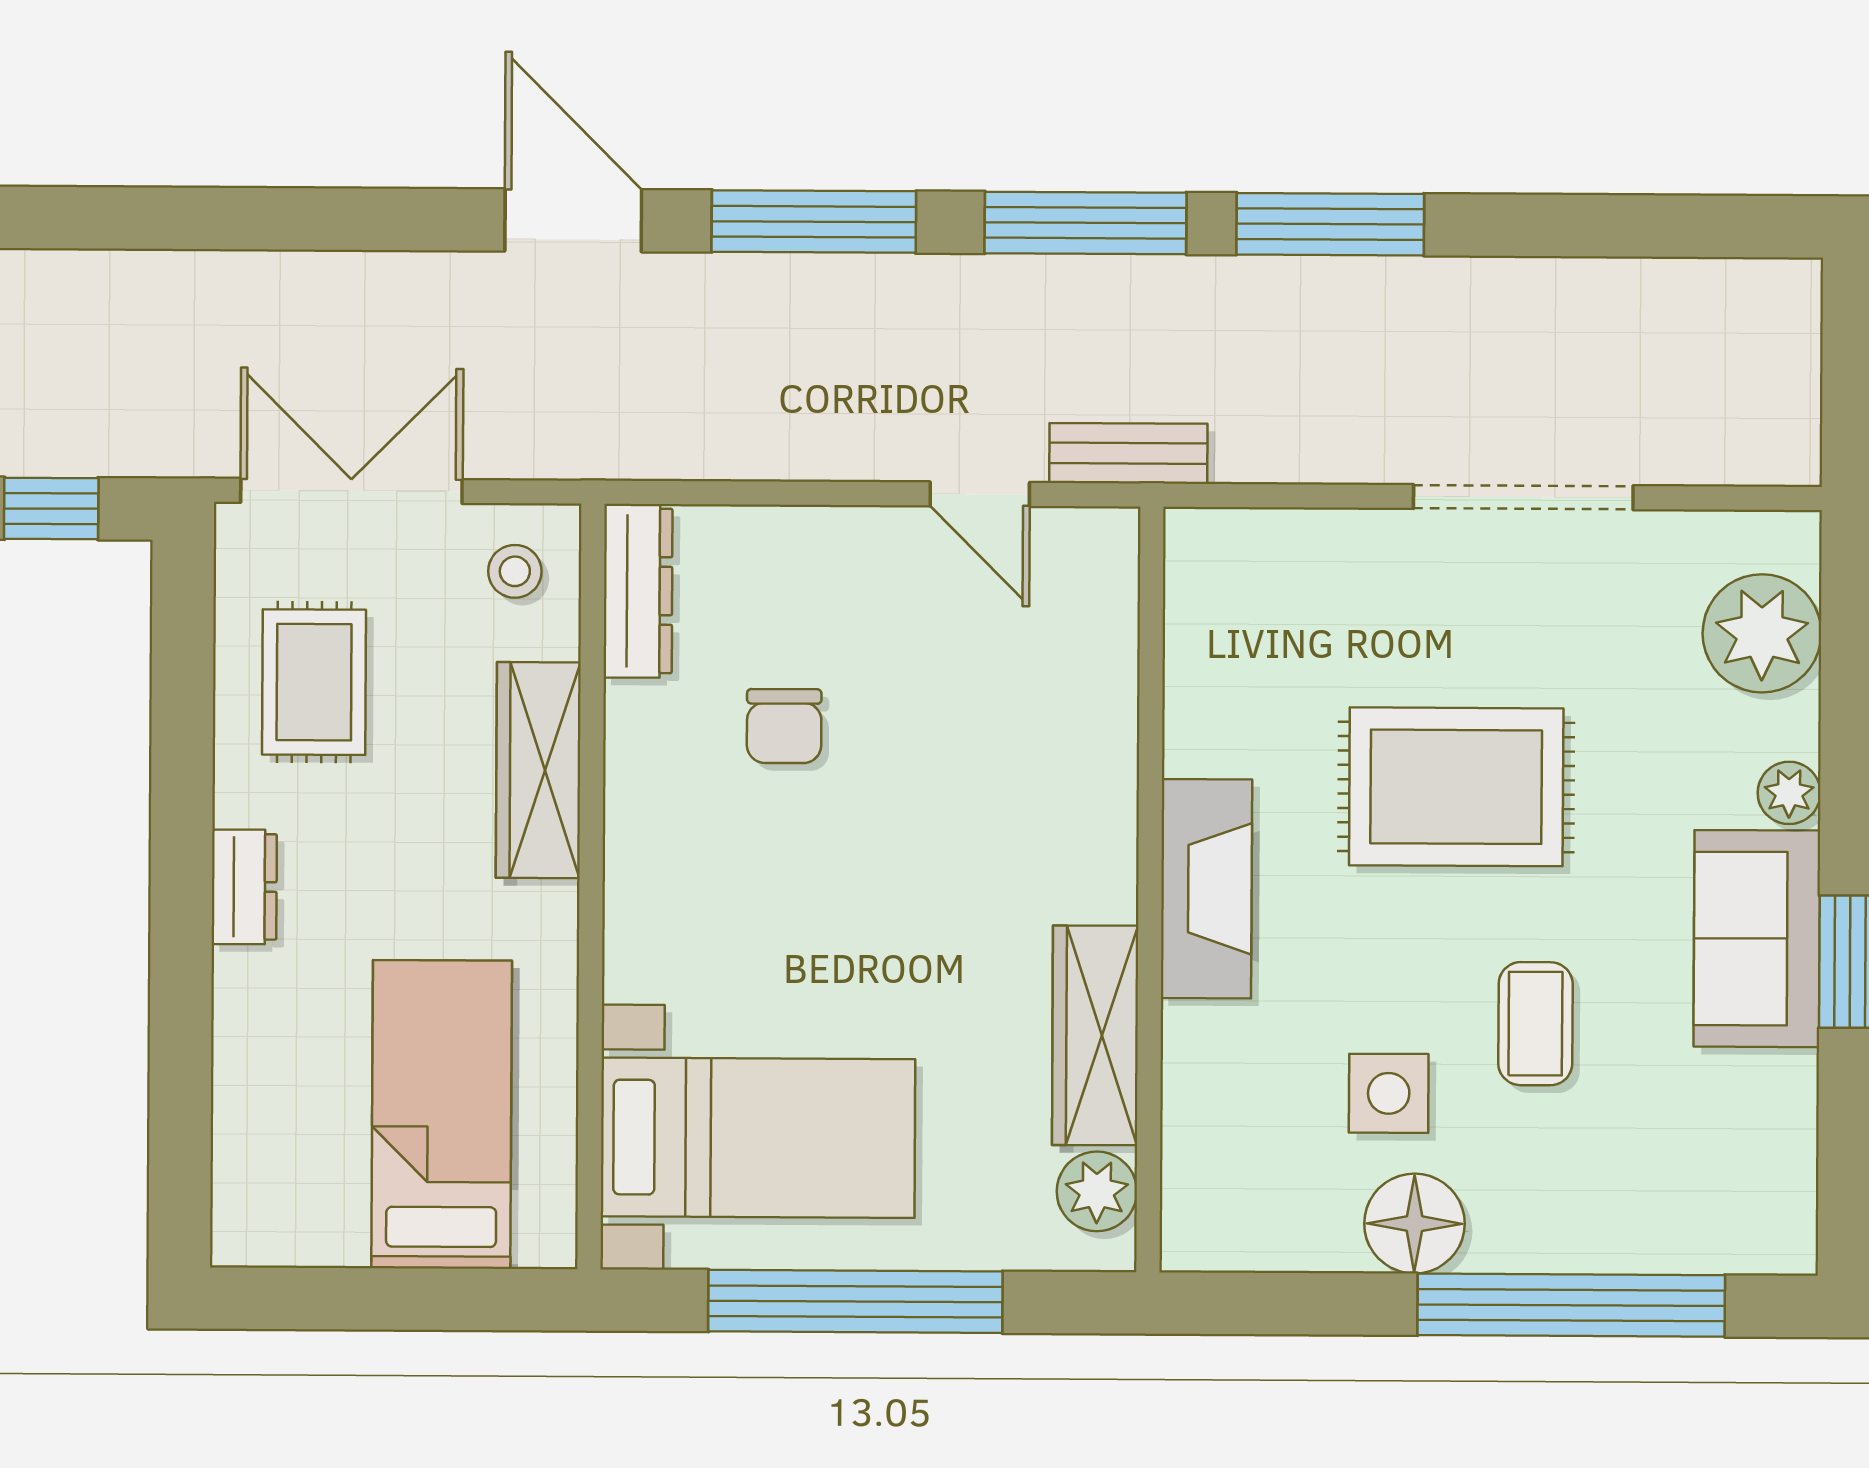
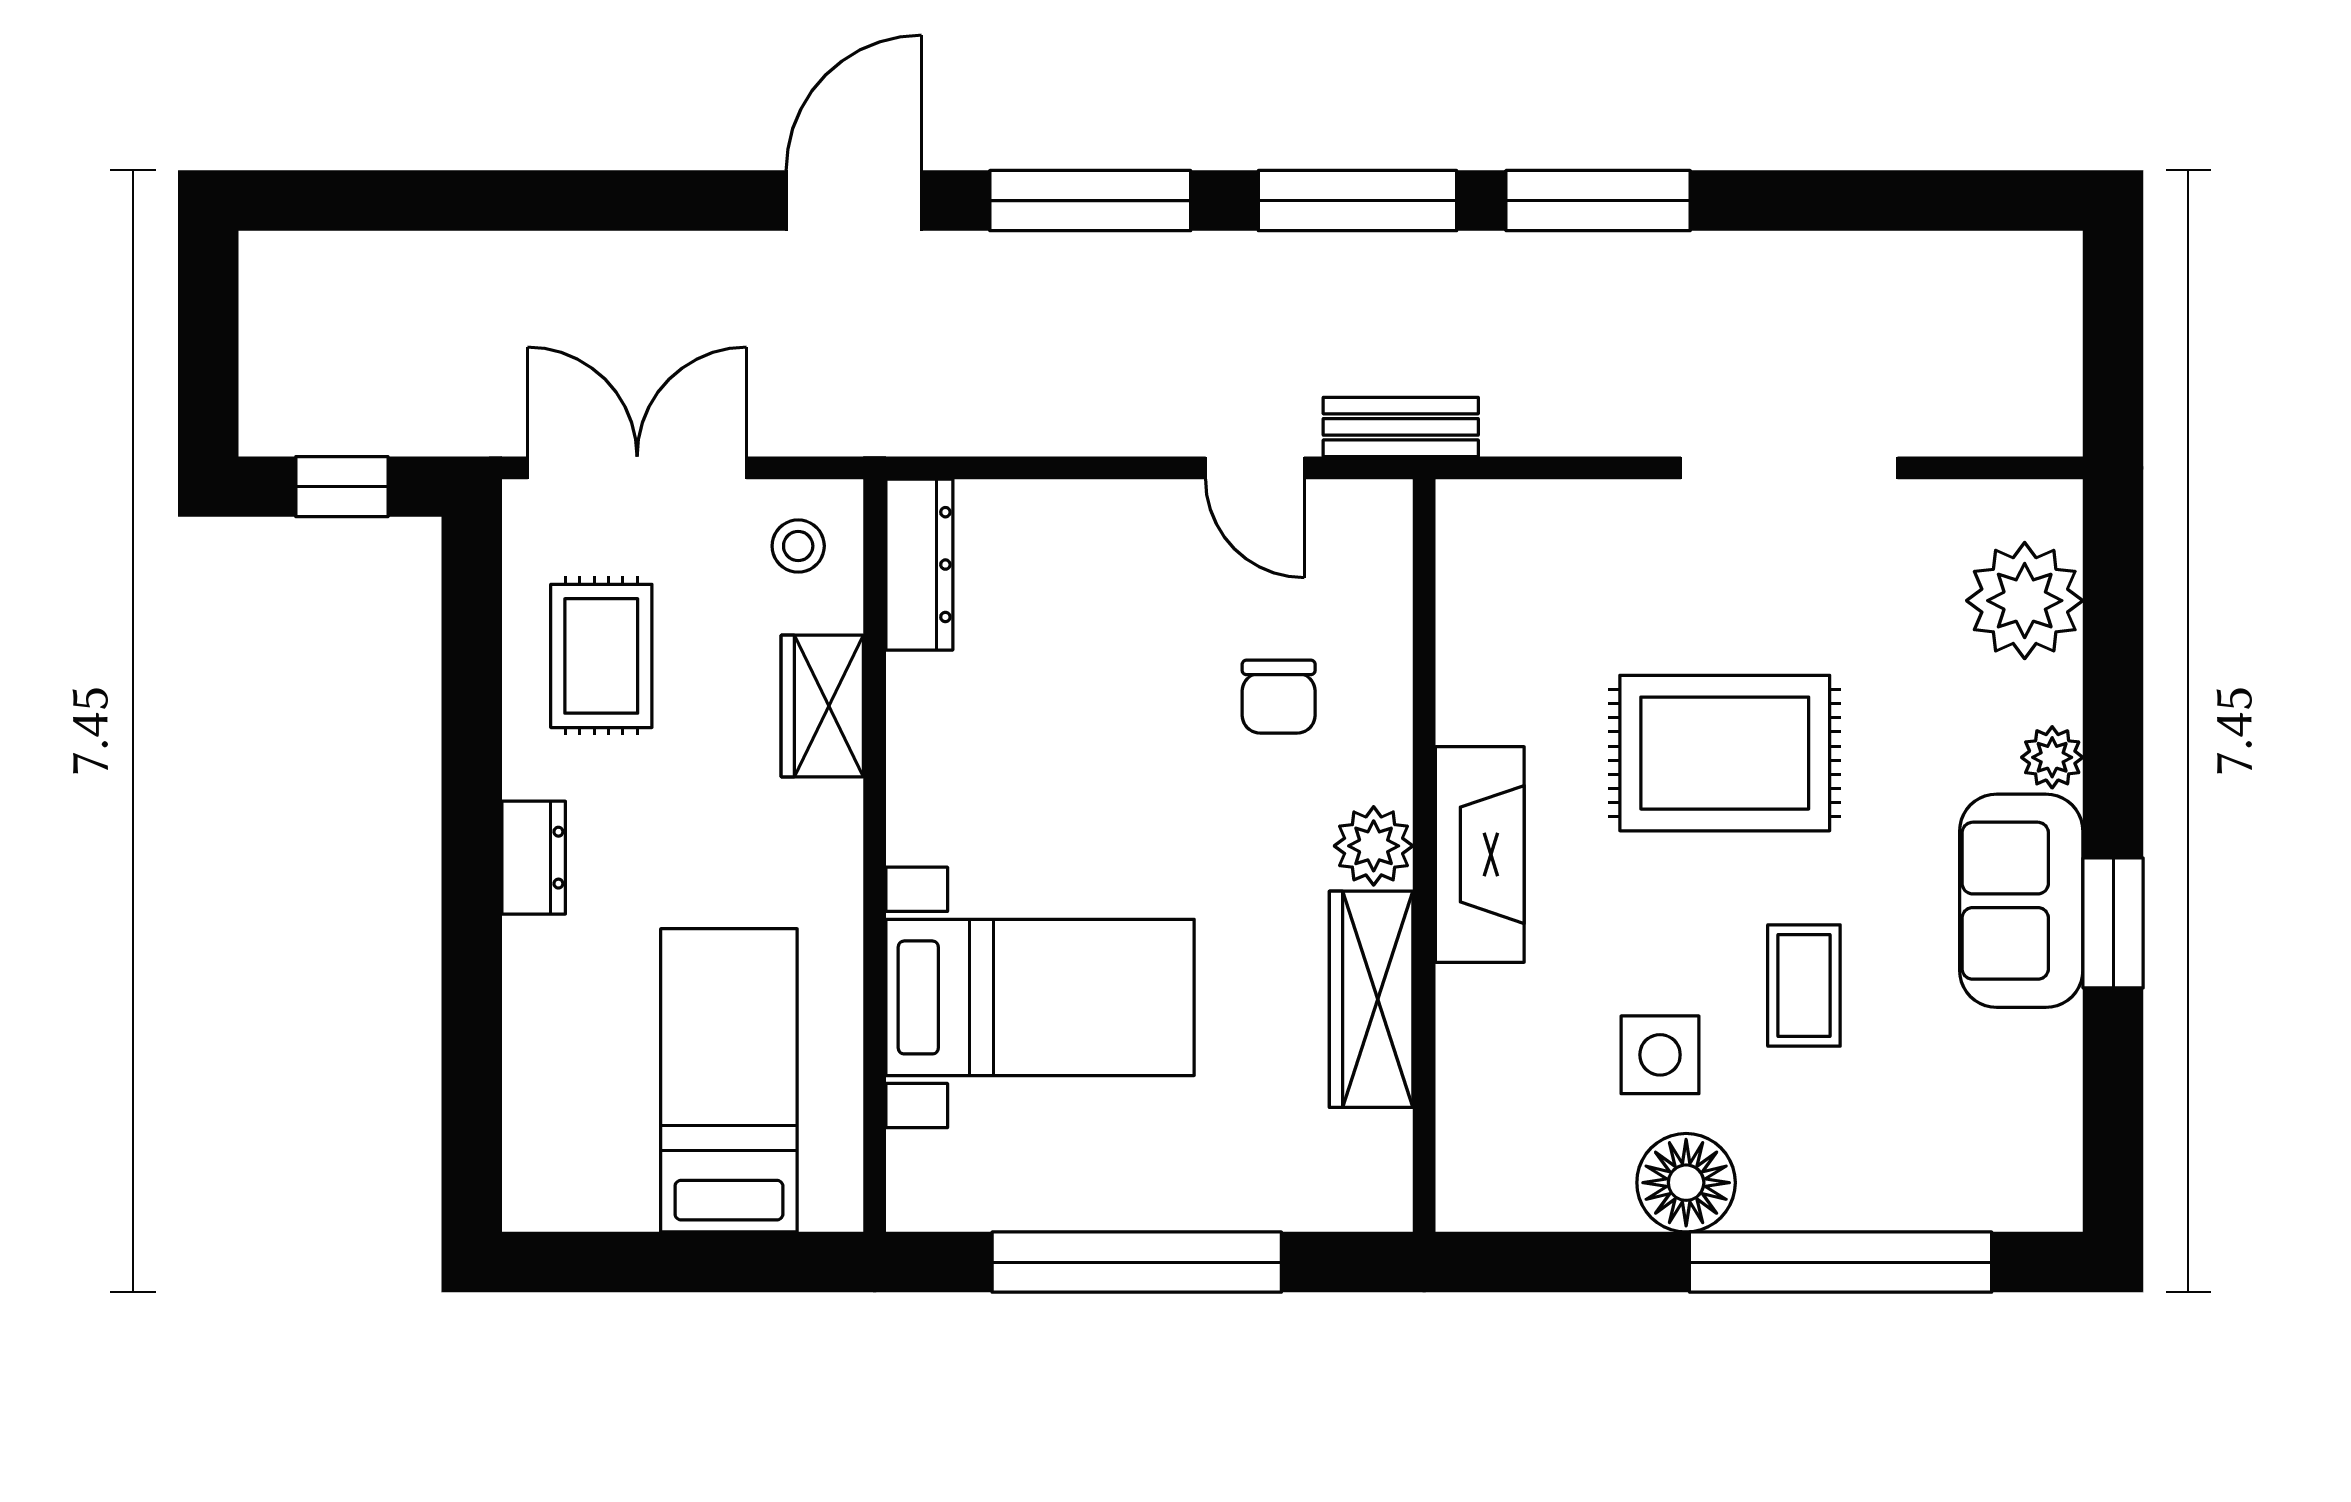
door: (573, 220) -> (854, 201), hinge flipped
chair: (784, 726) -> (1279, 697), moved
wardrobe: (538, 770) -> (822, 706), width x0.67
bed with nightstands: (758, 1138) -> (1040, 997), moved
plant: (1097, 1191) -> (1374, 846), moved

